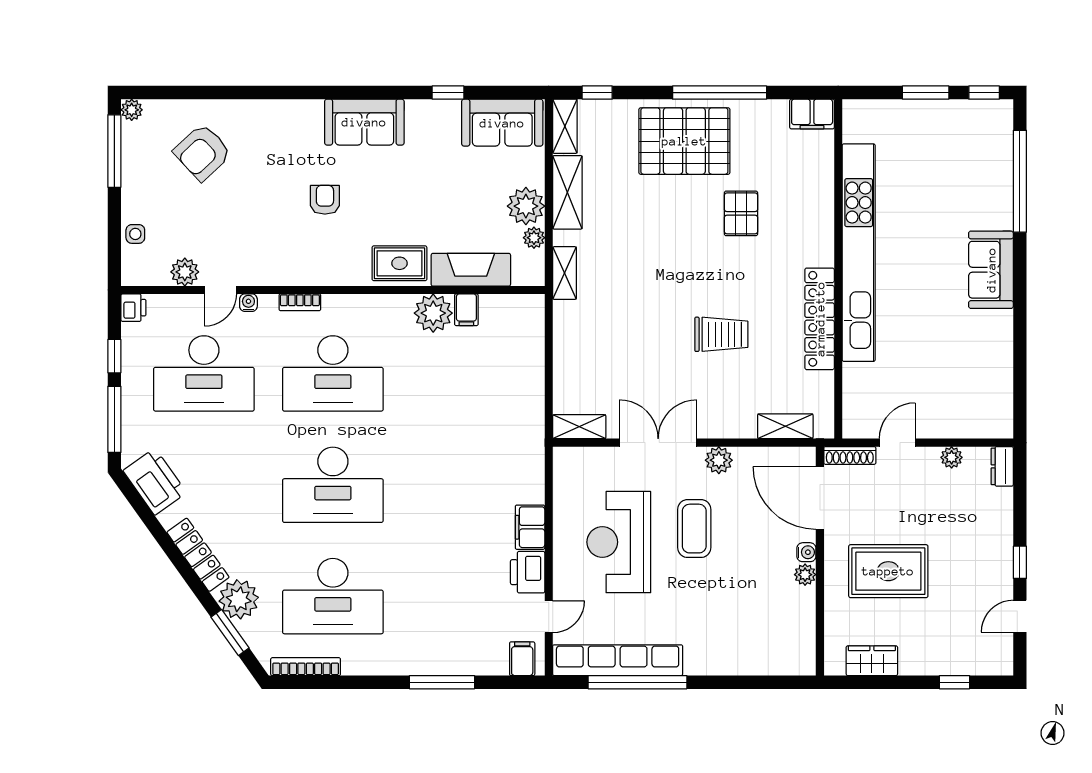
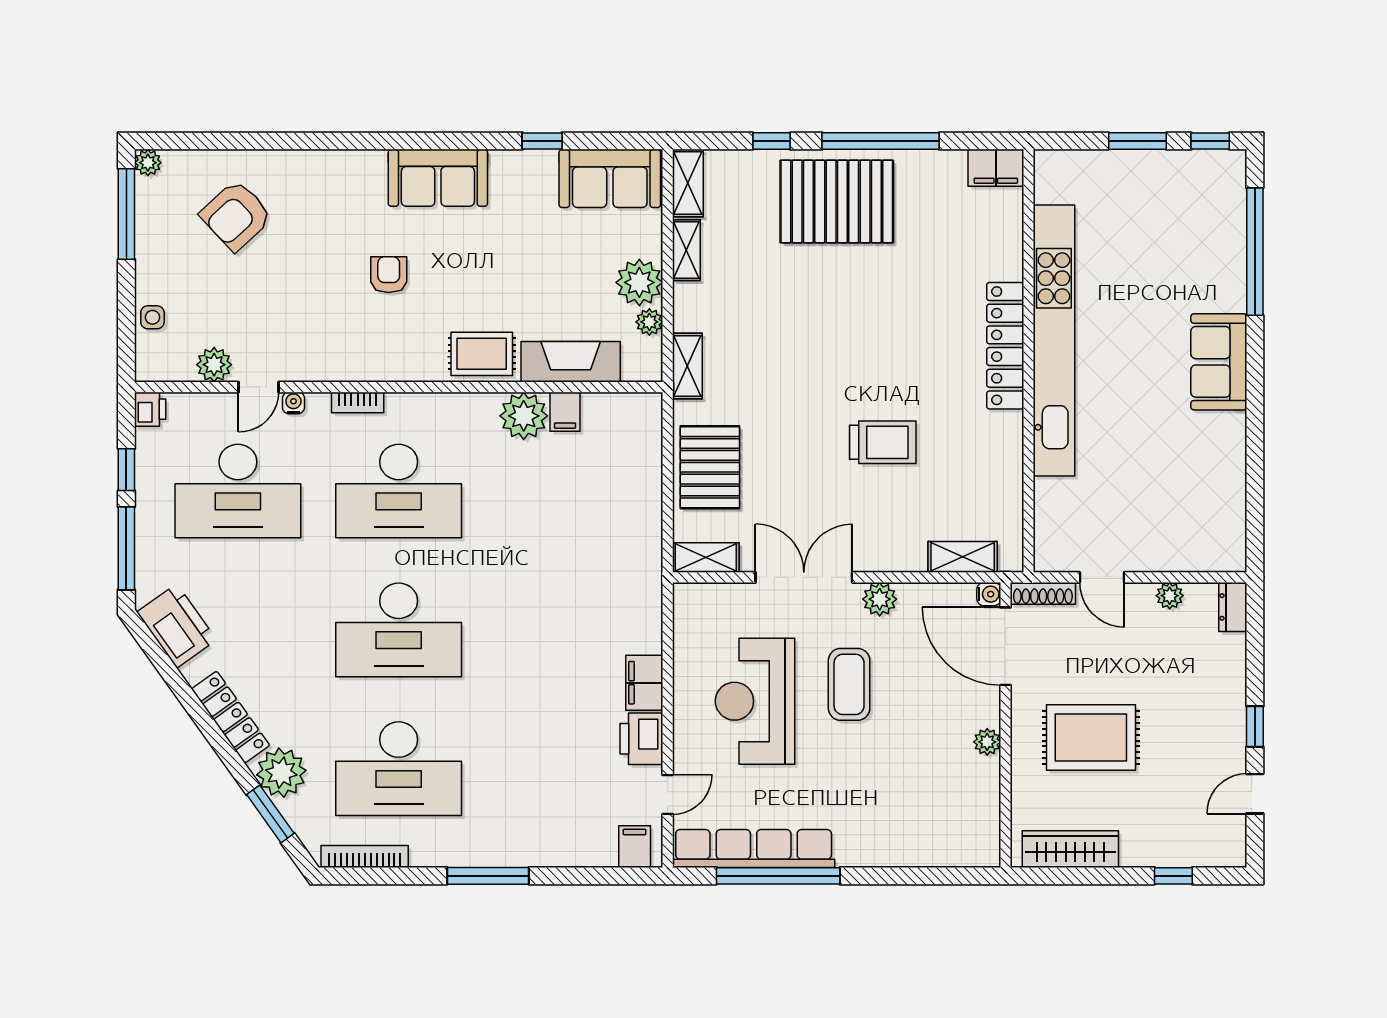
window: (597, 93) -> (771, 141), moved
shelving: (567, 192) -> (686, 250), width x0.67, depth x0.75
pallet: (741, 213) -> (710, 467), moved, width x1.50, depth x1.42
locker: (820, 319) -> (1005, 346), moved
door: (897, 443) -> (1102, 577), swing flipped
water cooler: (806, 552) -> (989, 594), moved
wardrobe: (872, 661) -> (1070, 849), width x1.50
window: (442, 682) -> (488, 876), moved

